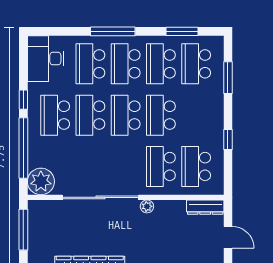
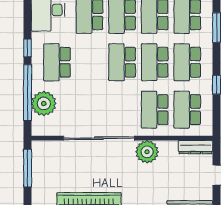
school desk: (90, 115) -> (187, 62), moved
plant: (41, 181) -> (44, 103), moved
plant: (147, 206) -> (147, 152), width x1.88, depth x1.88

